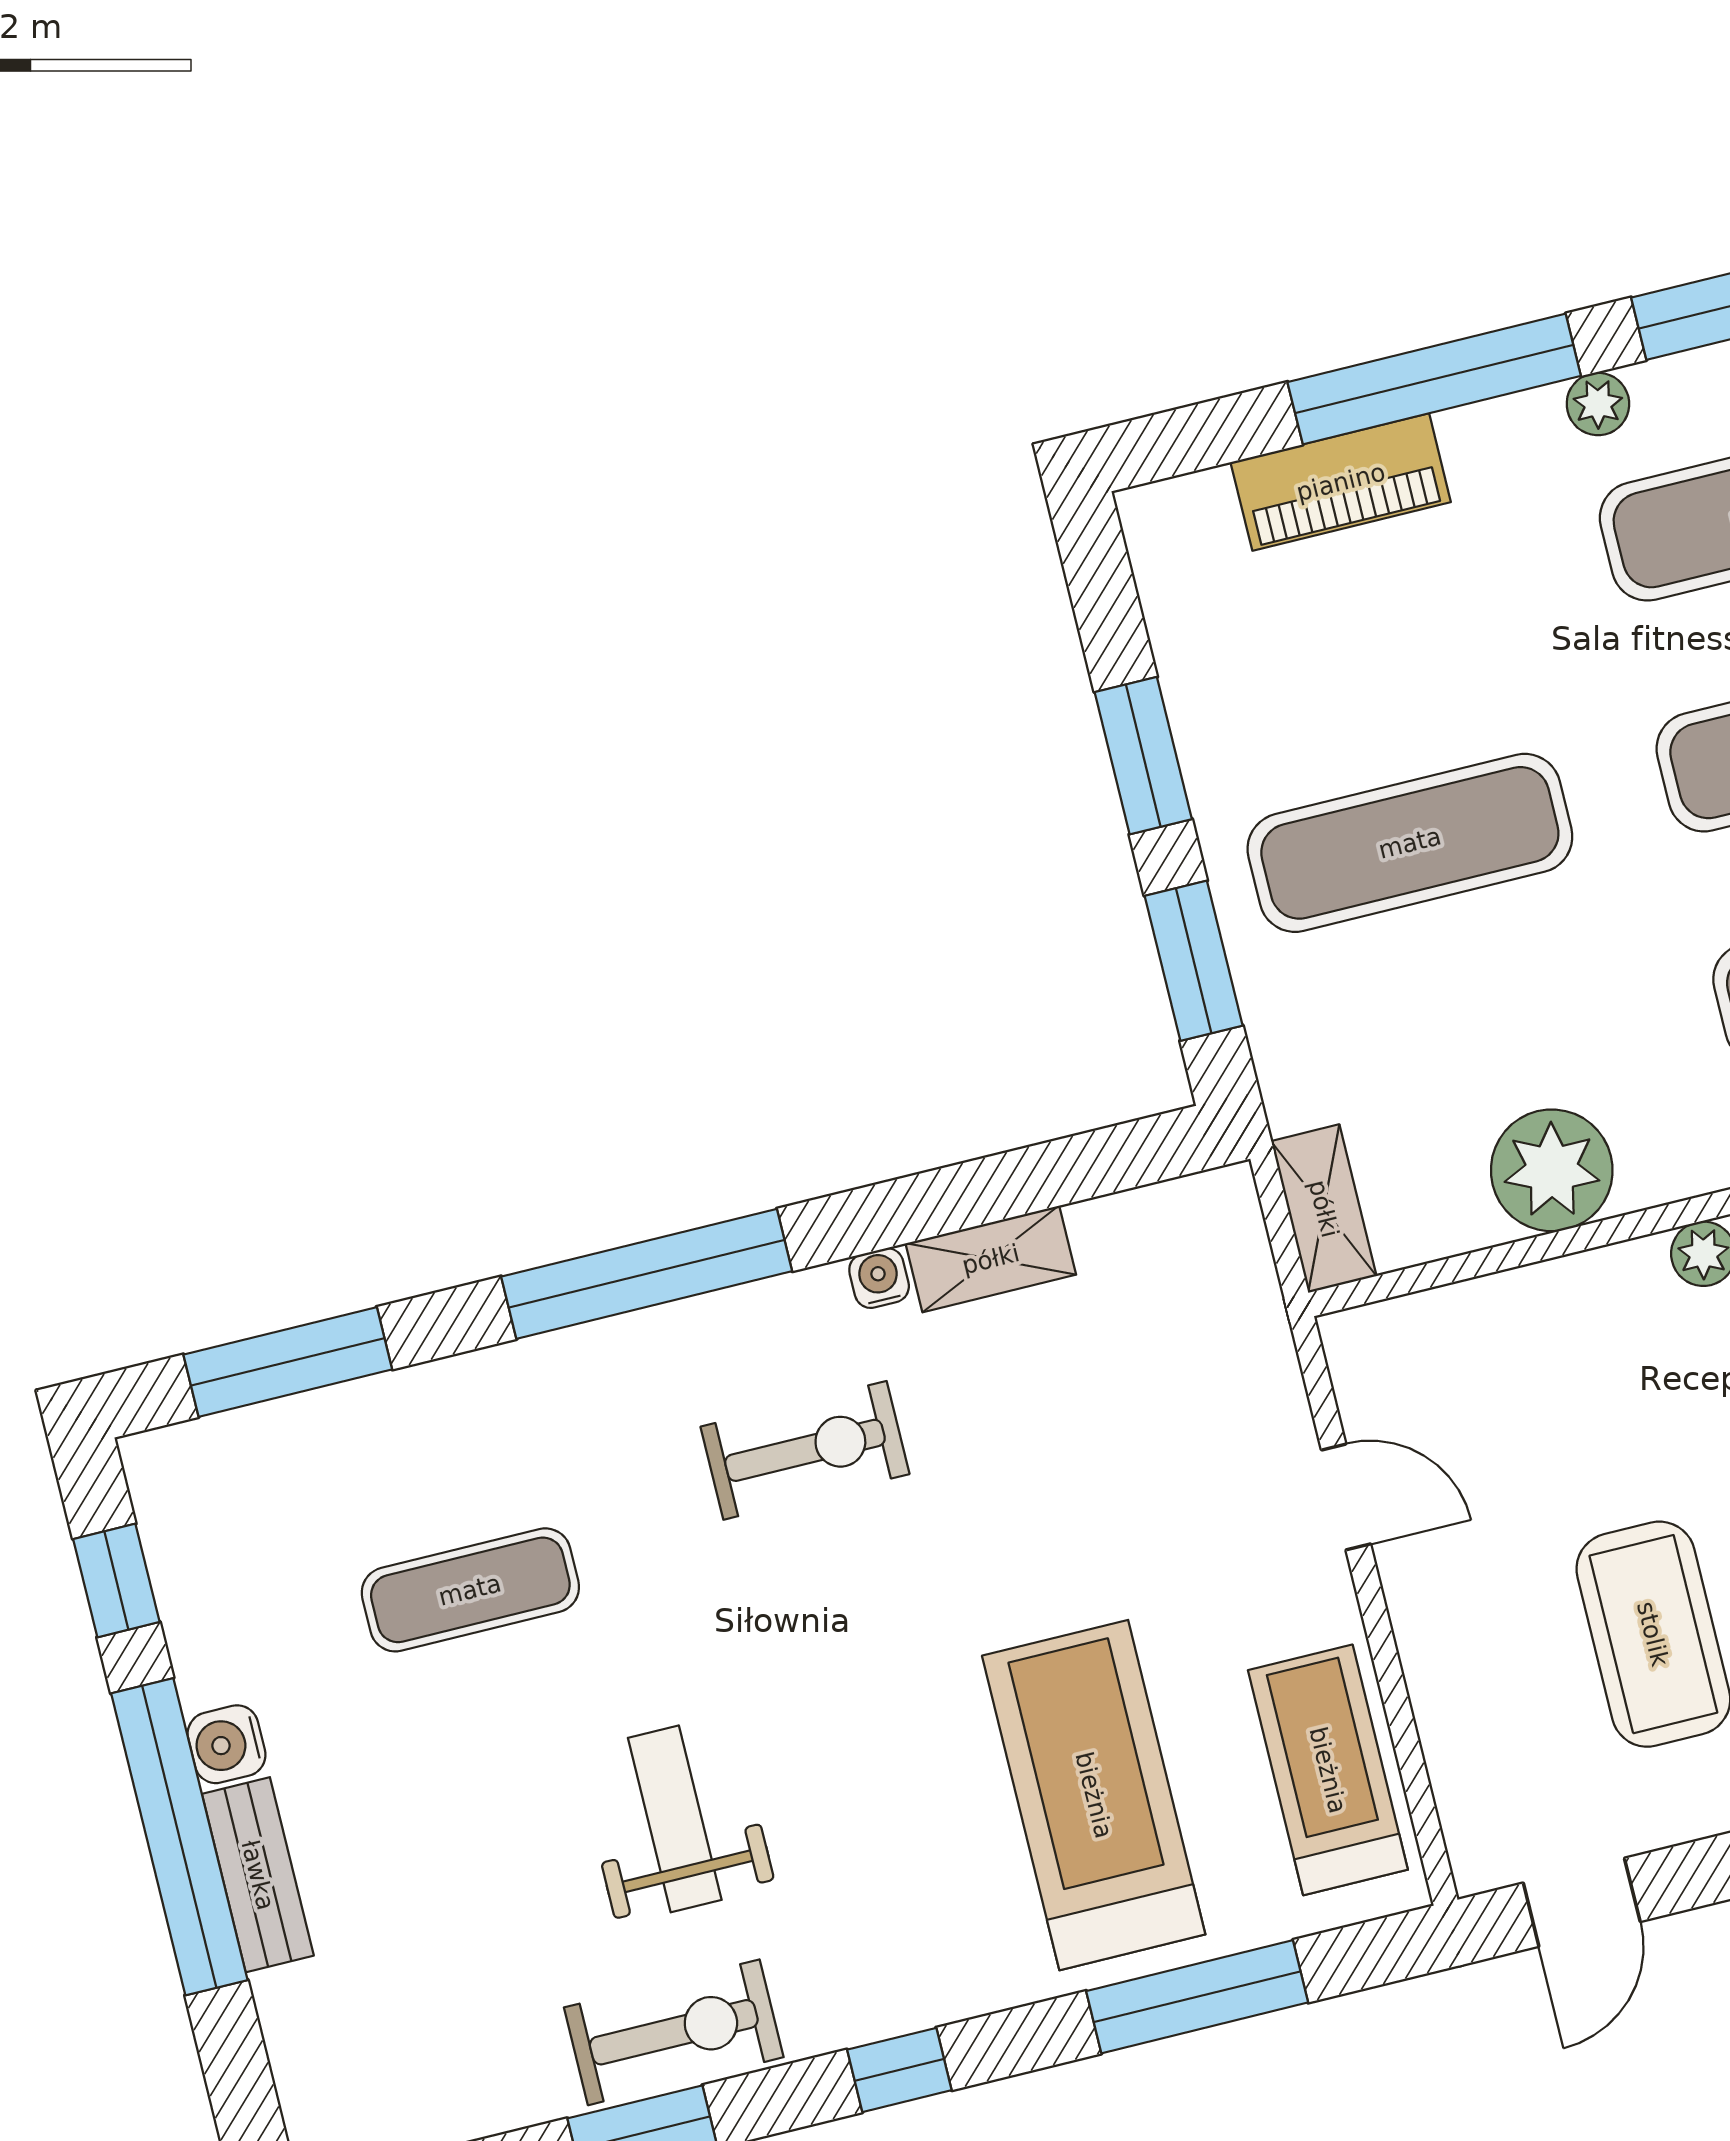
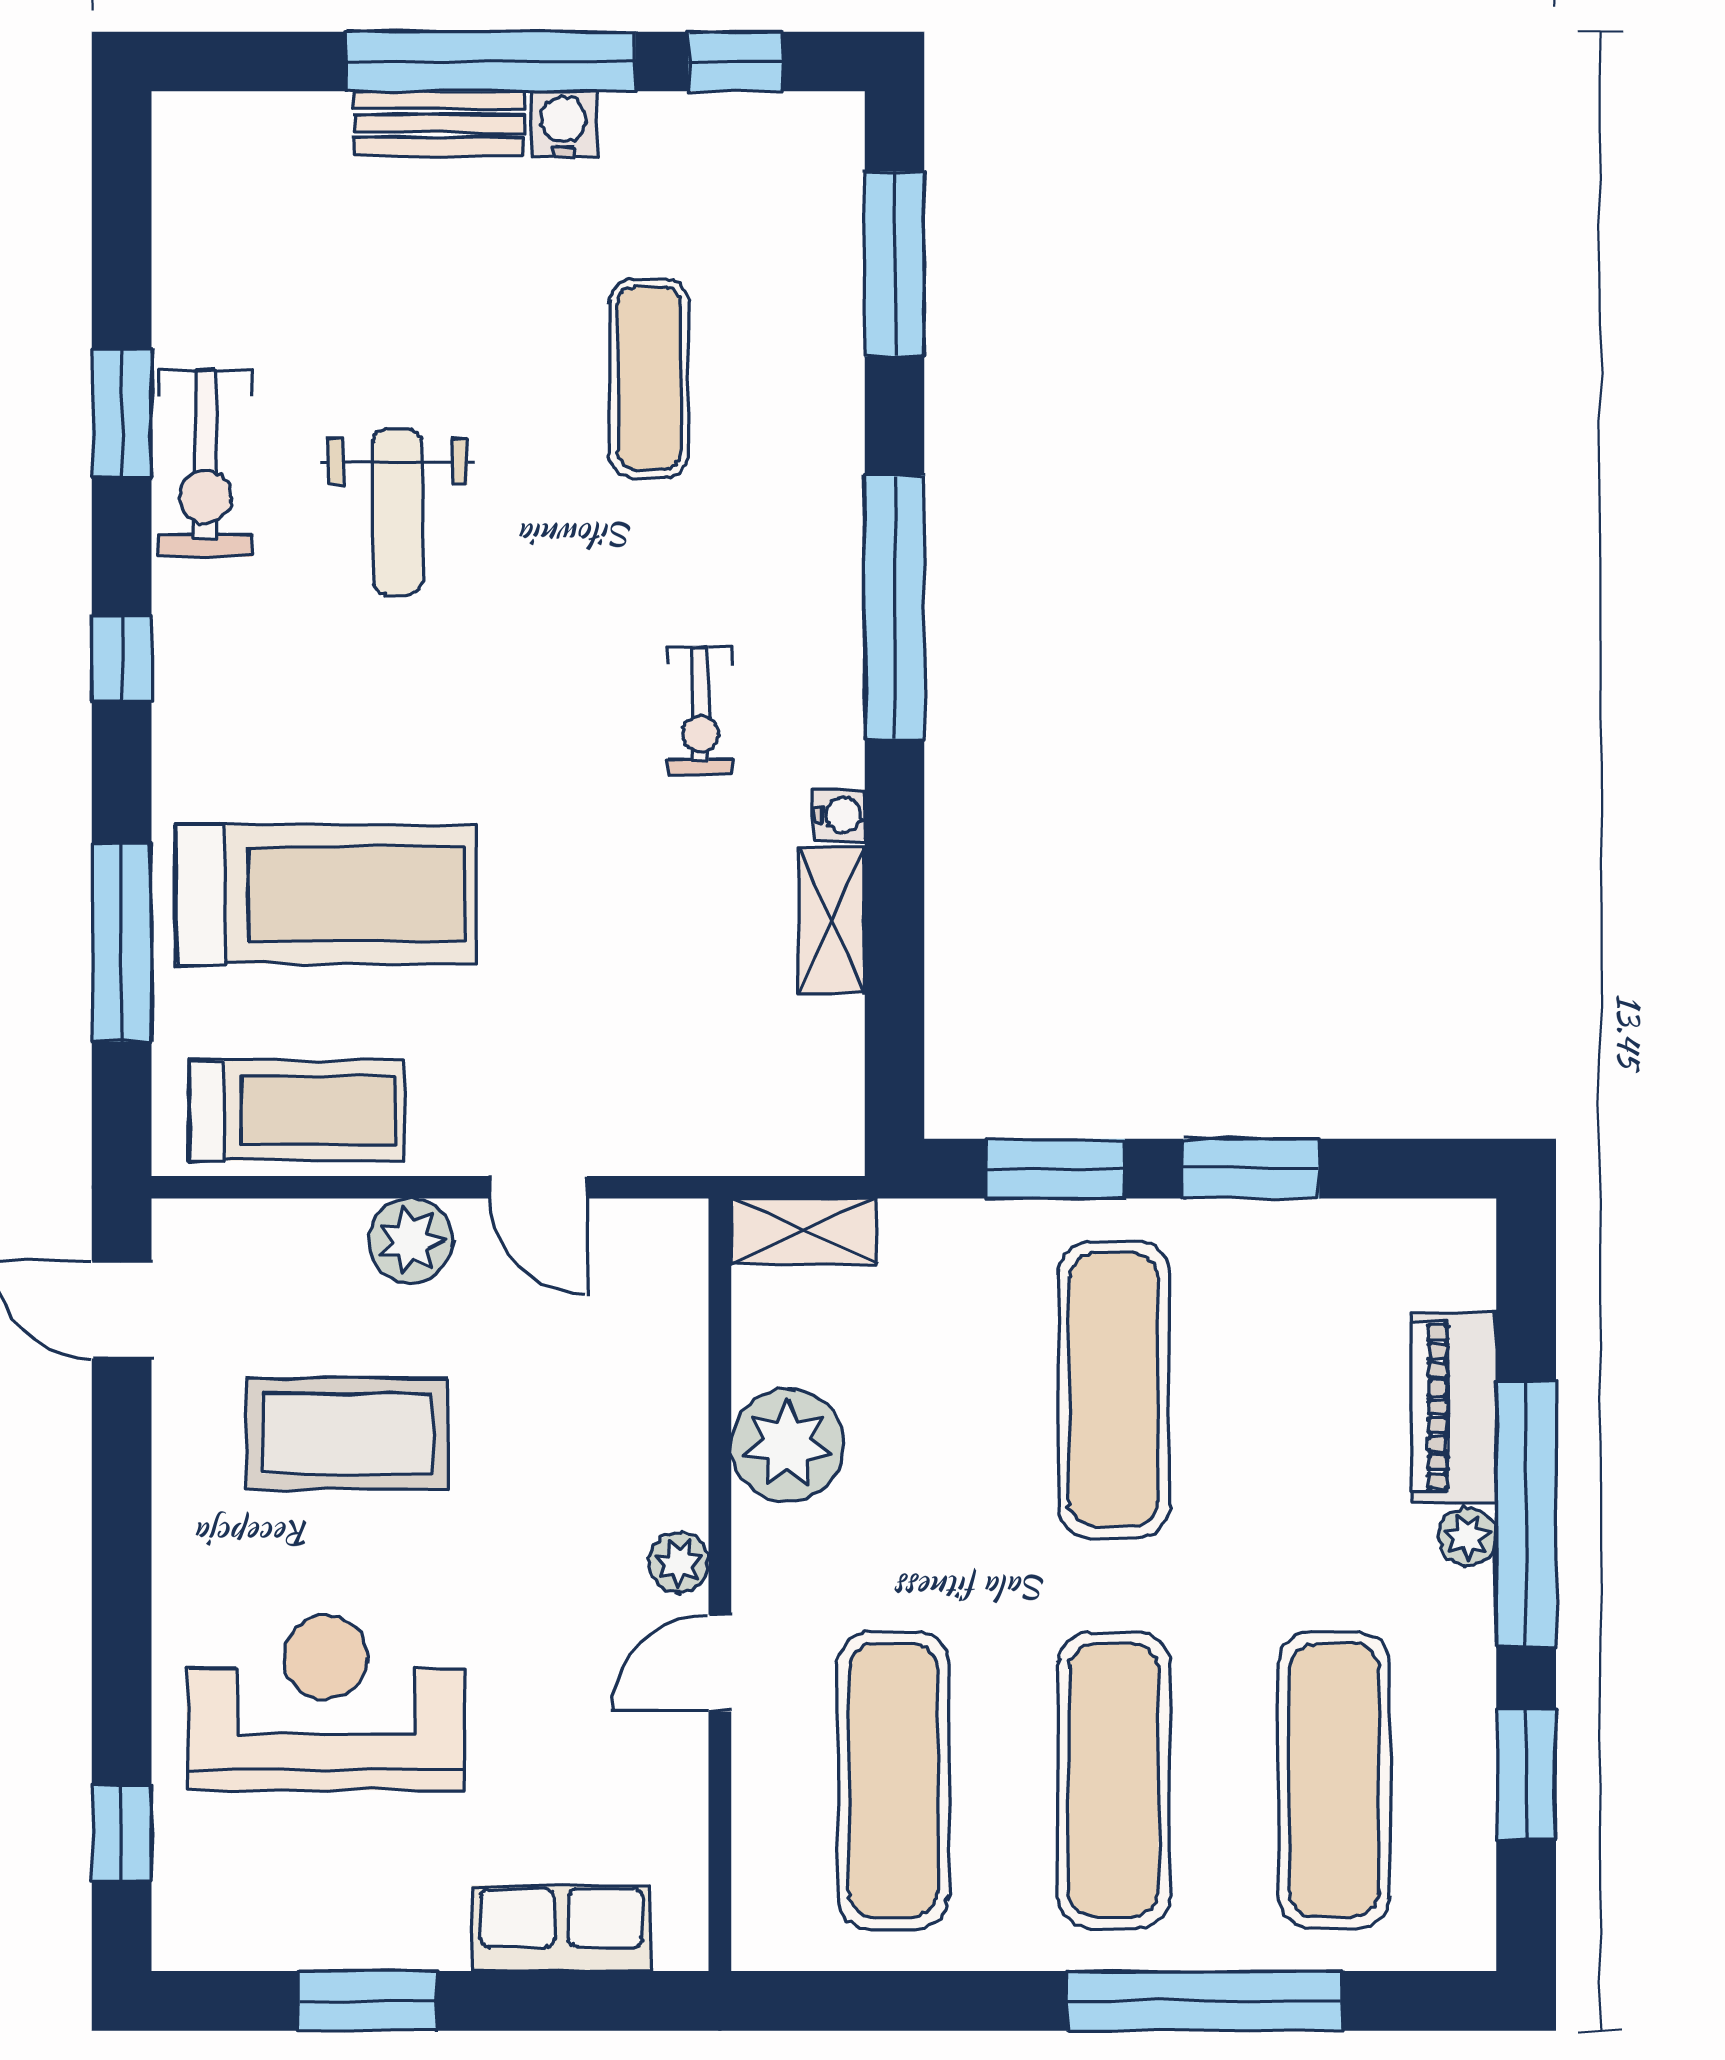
plant: (1598, 404) -> (1467, 1537), moved
exercise bike: (805, 1450) -> (700, 710), width x0.73, depth x0.72
door: (1346, 1497) -> (539, 1187), hinge flipped
plant: (1435, 1617) -> (411, 1241), added
weight bench: (675, 1819) -> (397, 512), turned 90

